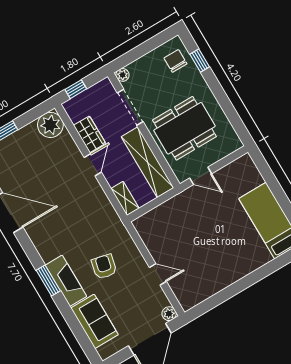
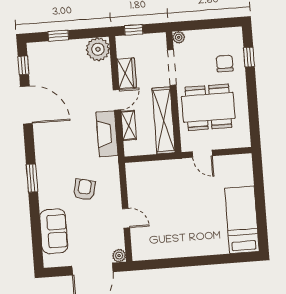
chair: (175, 61) -> (225, 63), moved
shelving: (125, 198) -> (129, 125), moved
fireplace: (66, 281) -> (107, 134), moved, turned 180

